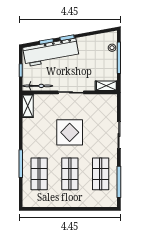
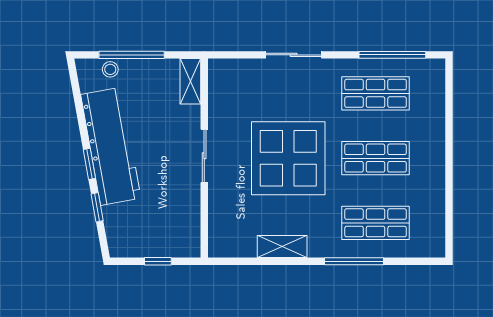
workbench: (51, 52) -> (111, 146), moved
bicycle: (38, 86) -> (190, 226), removed
shelving: (28, 106) -> (282, 247), moved
display table: (70, 132) -> (288, 158), width x1.36, depth x1.36

